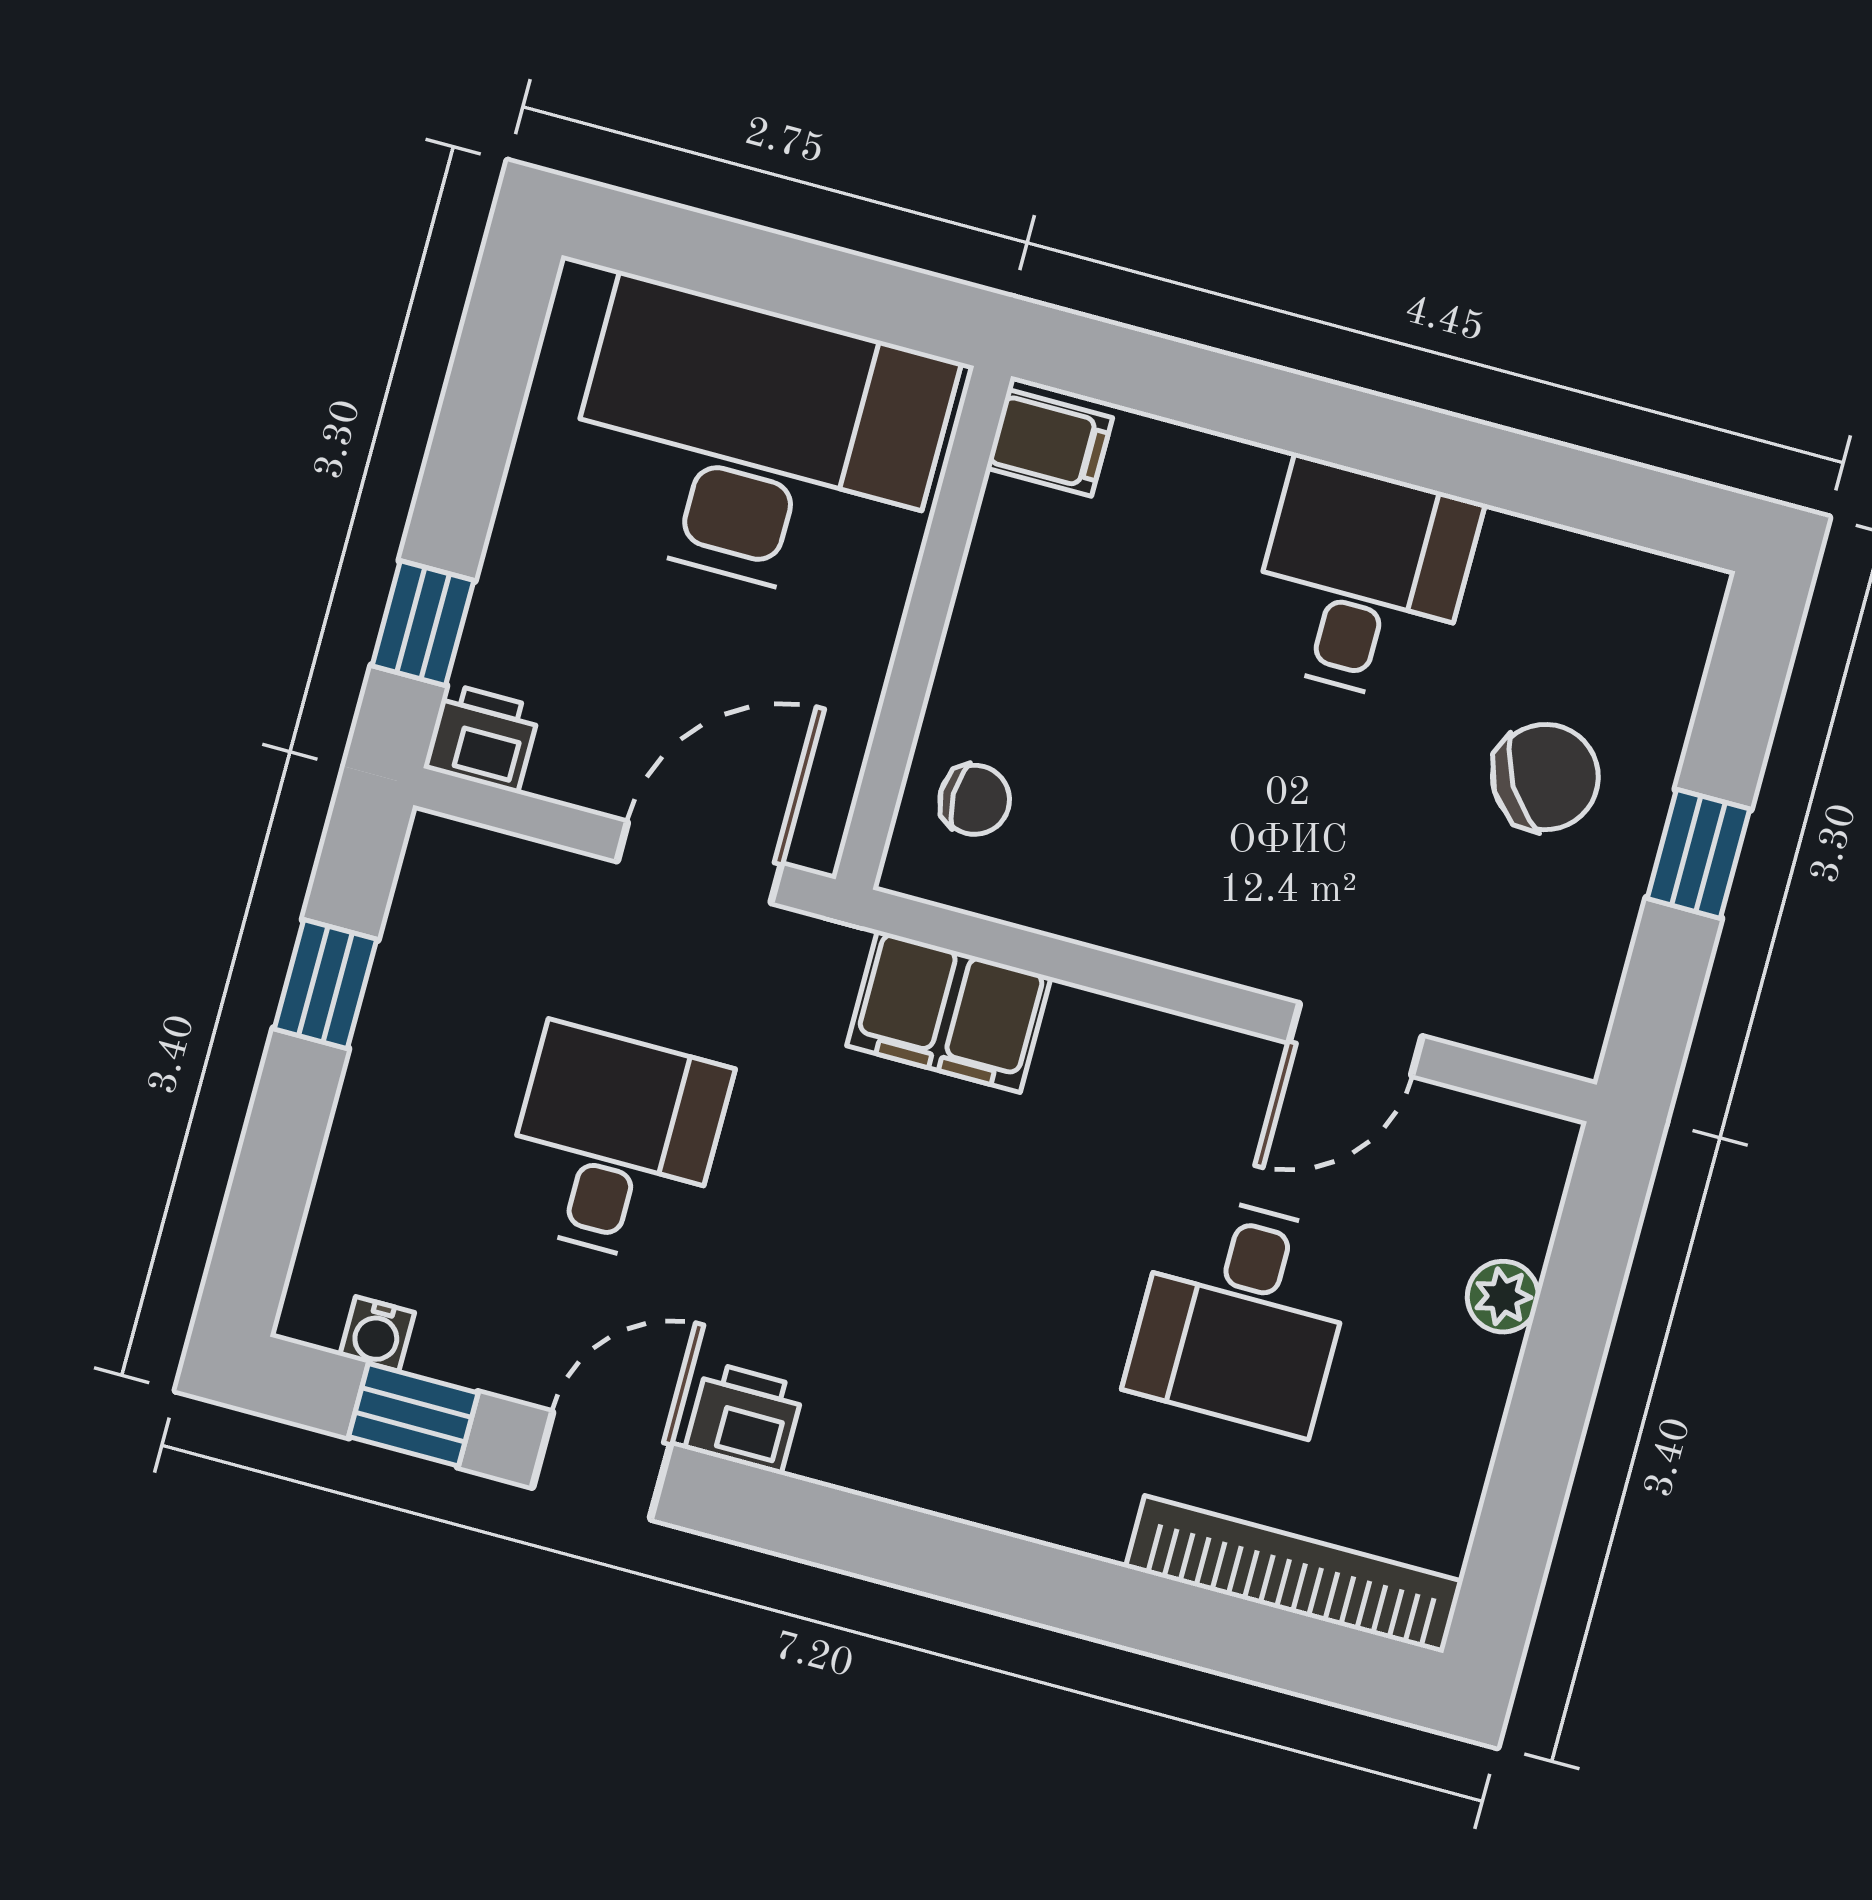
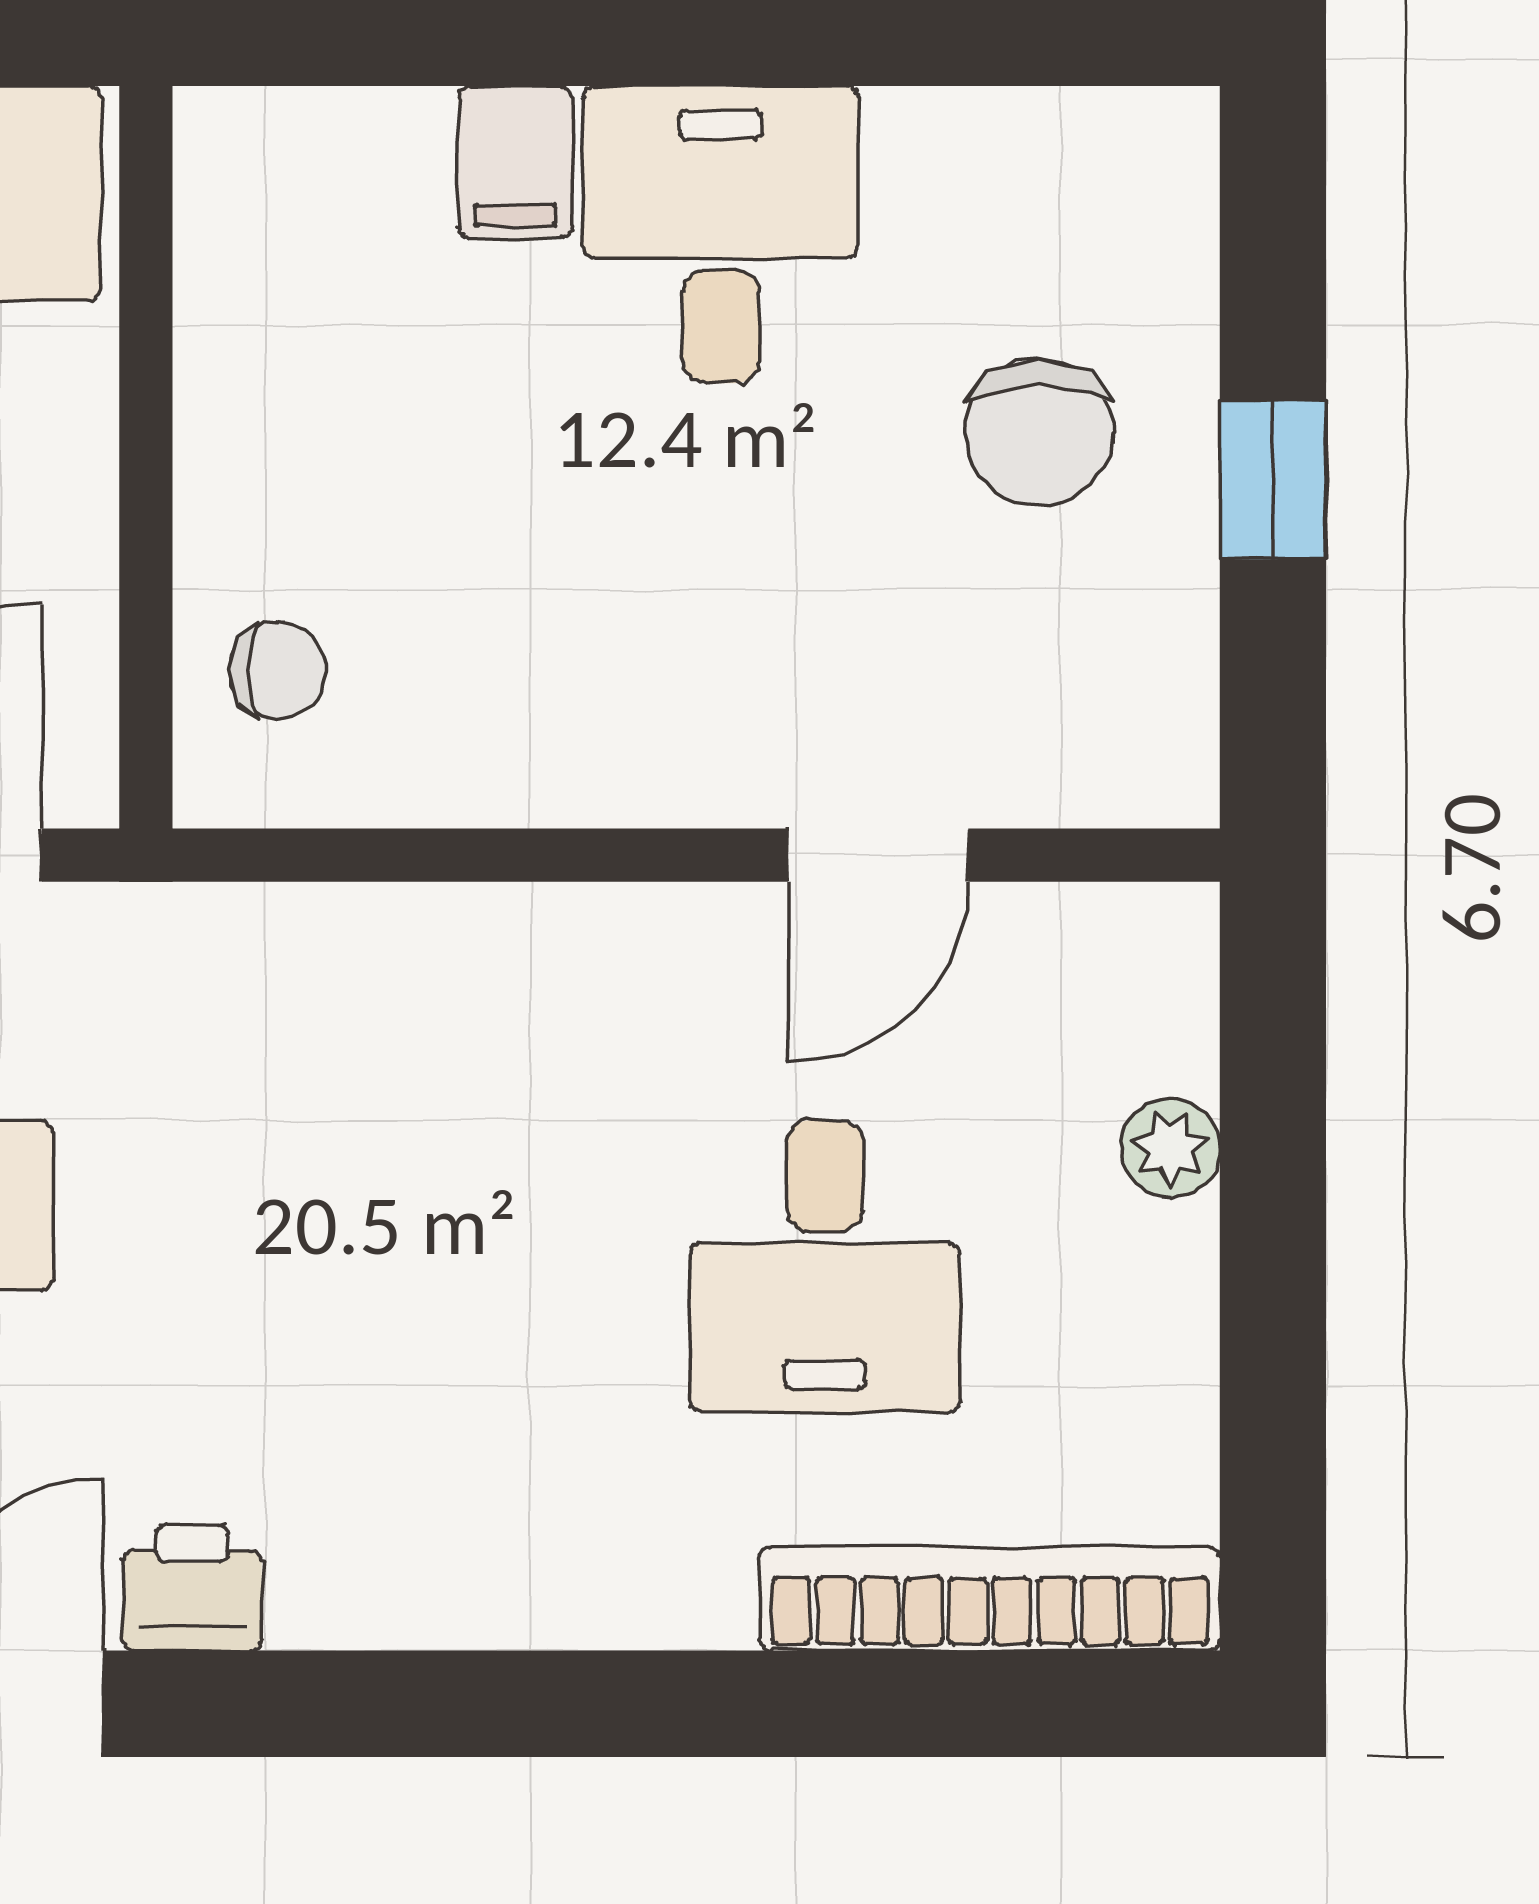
filing cabinet: (1049, 443) -> (515, 162), moved, turned 90
chair: (1545, 777) -> (1039, 432), turned 121
filing cabinet: (949, 1011) -> (320, 965), removed

